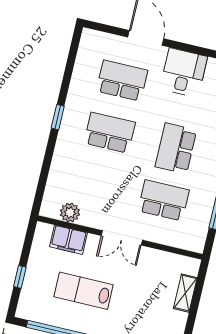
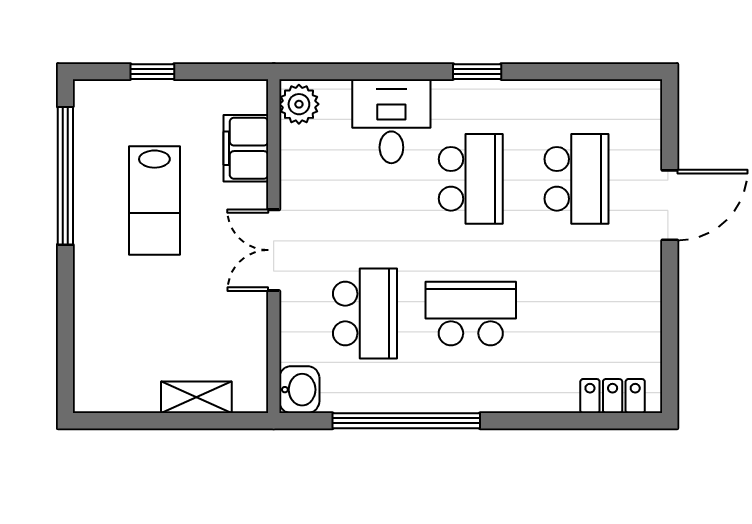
desk: (184, 73) -> (391, 121), moved, turned -90
plant: (70, 213) -> (299, 104), moved
washbasin: (193, 242) -> (299, 390), added
lab bench: (83, 291) -> (154, 200), turned 180

